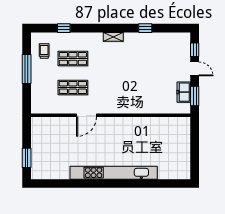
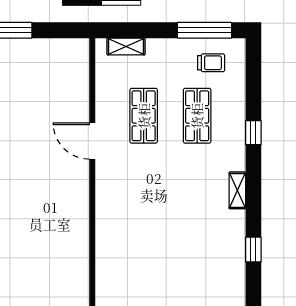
window: (64, 28) -> (253, 133), moved
window: (27, 69) -> (204, 30), moved
shelving: (35, 97) -> (126, 46), added

